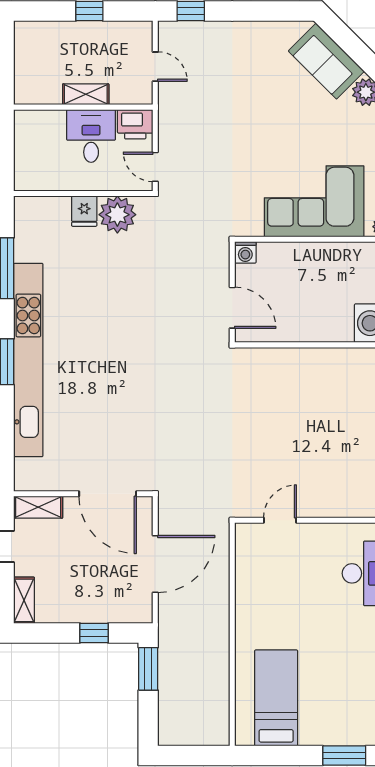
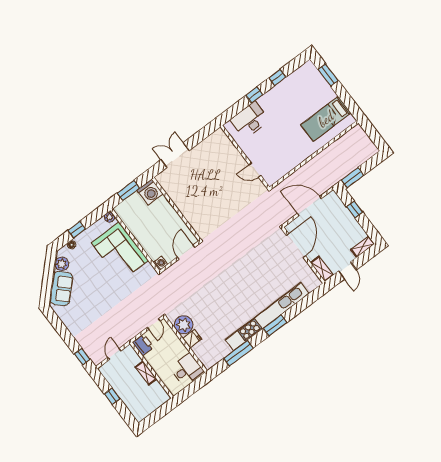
desk: (91, 136) -> (187, 370), moved, turned 180

